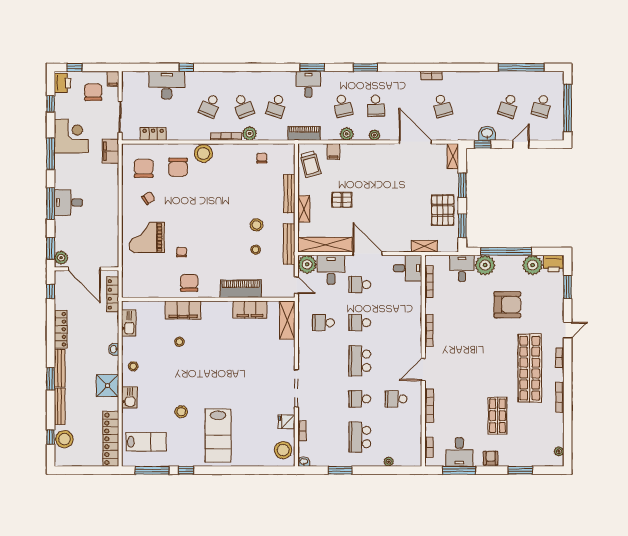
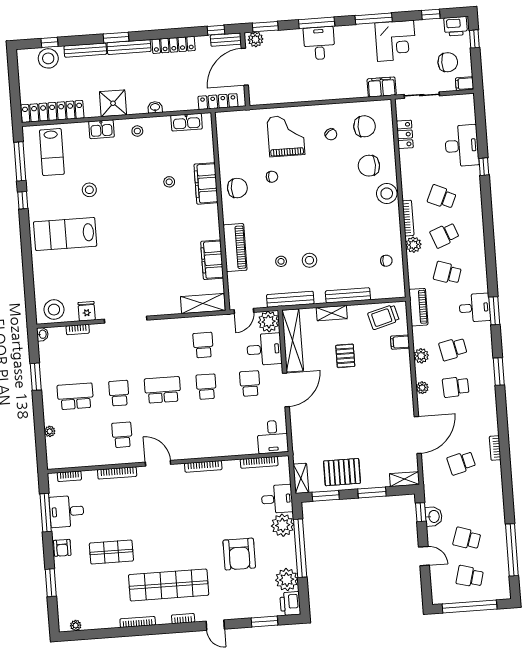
shelving: (424, 246) -> (301, 478), moved
bench: (59, 284) -> (226, 40), added
armchair: (491, 458) -> (62, 548), turned 90

